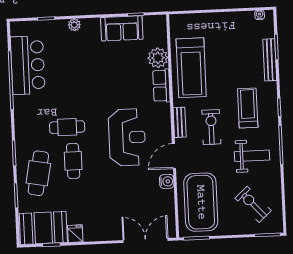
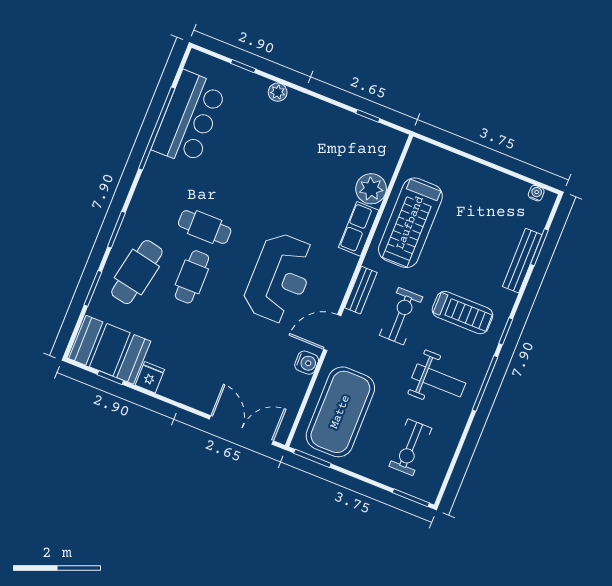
sofa: (122, 28) -> (340, 126), removed
treadmill: (248, 108) -> (462, 313), turned 90
exercise bike: (253, 204) -> (410, 447), turned -138

